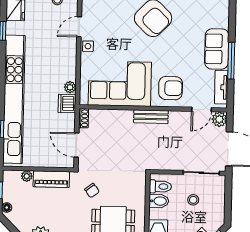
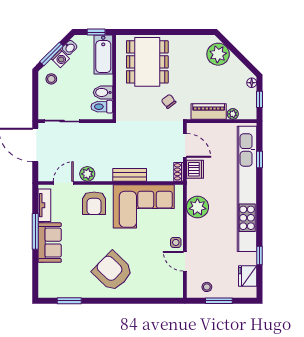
door: (79, 27) -> (185, 261), swing flipped
plant: (70, 87) -> (197, 207), width x1.88, depth x1.88
armchair: (171, 88) -> (94, 203), turned -90
dishwasher: (67, 104) -> (195, 169), moved
bench: (151, 117) -> (130, 175), moved
plant: (219, 119) -> (87, 174), moved
stool: (193, 200) -> (51, 79), moved

